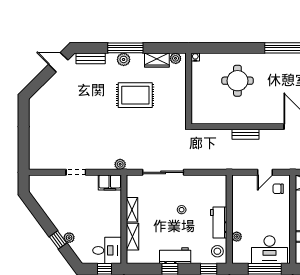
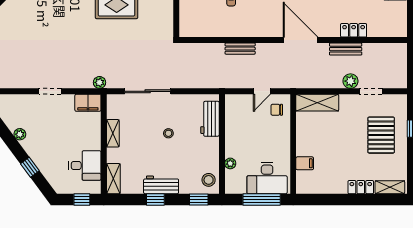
workbench: (219, 222) -> (210, 119), moved
shelving: (133, 237) -> (113, 179), moved
plant: (69, 238) -> (20, 134), moved
desk: (107, 250) -> (85, 165), moved

